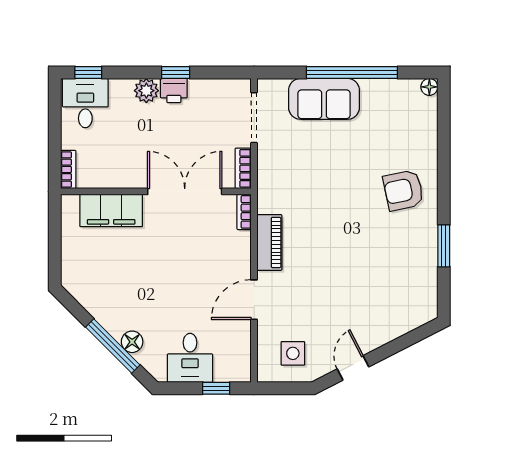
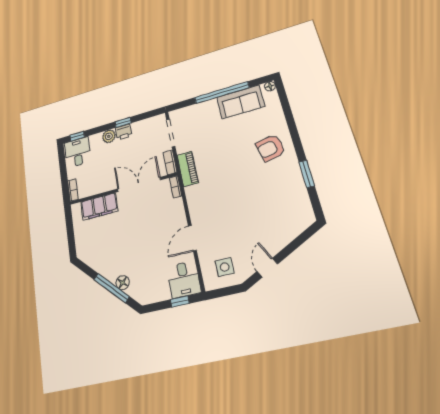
sofa: (324, 99) -> (241, 102), moved
piano: (269, 242) -> (188, 169), moved
desk: (190, 358) -> (184, 279), moved

